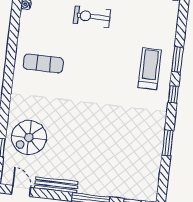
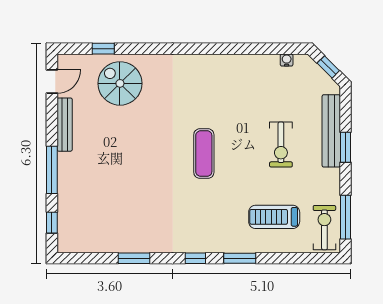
exercise bike: (92, 17) -> (281, 145), turned 180
exercise mat: (43, 63) -> (204, 154), moved
treadmill: (150, 69) -> (274, 217), moved, turned 180

